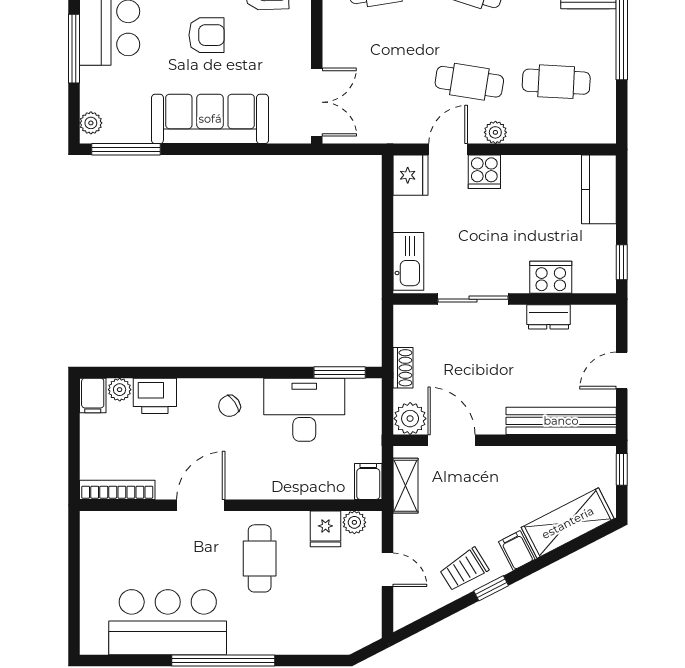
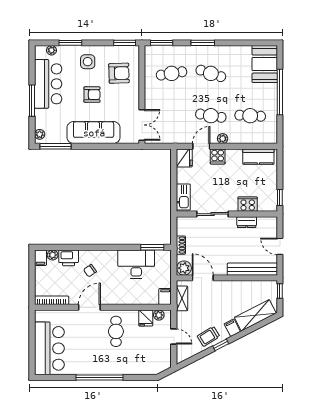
kitchen counter: (599, 189) -> (258, 157), moved, turned -90
door: (622, 371) -> (280, 246), hinge flipped
chair: (229, 406) -> (90, 271), moved
bar counter: (168, 622) -> (49, 348), moved, turned 90

